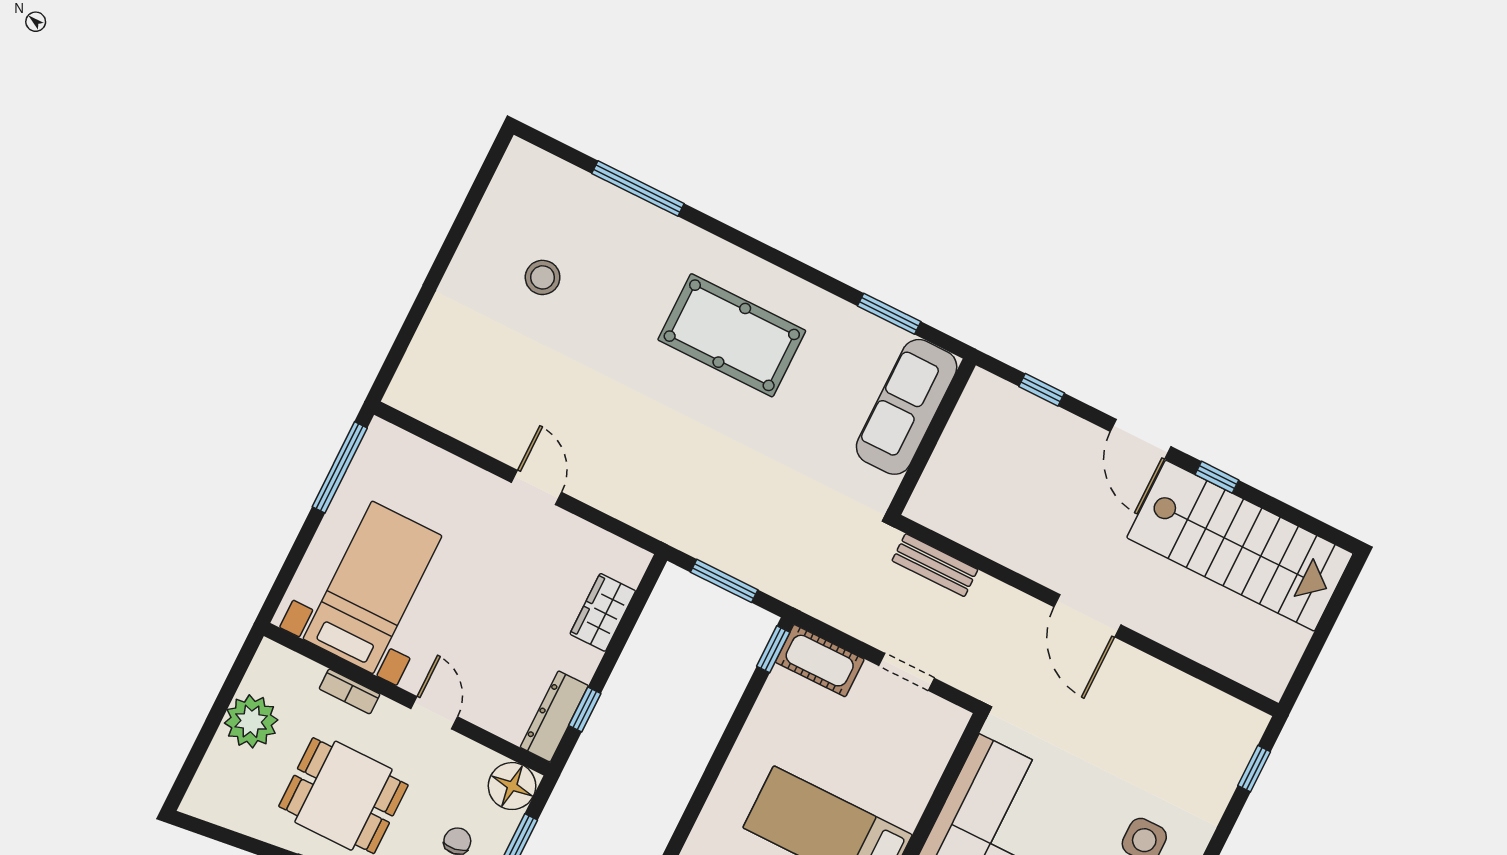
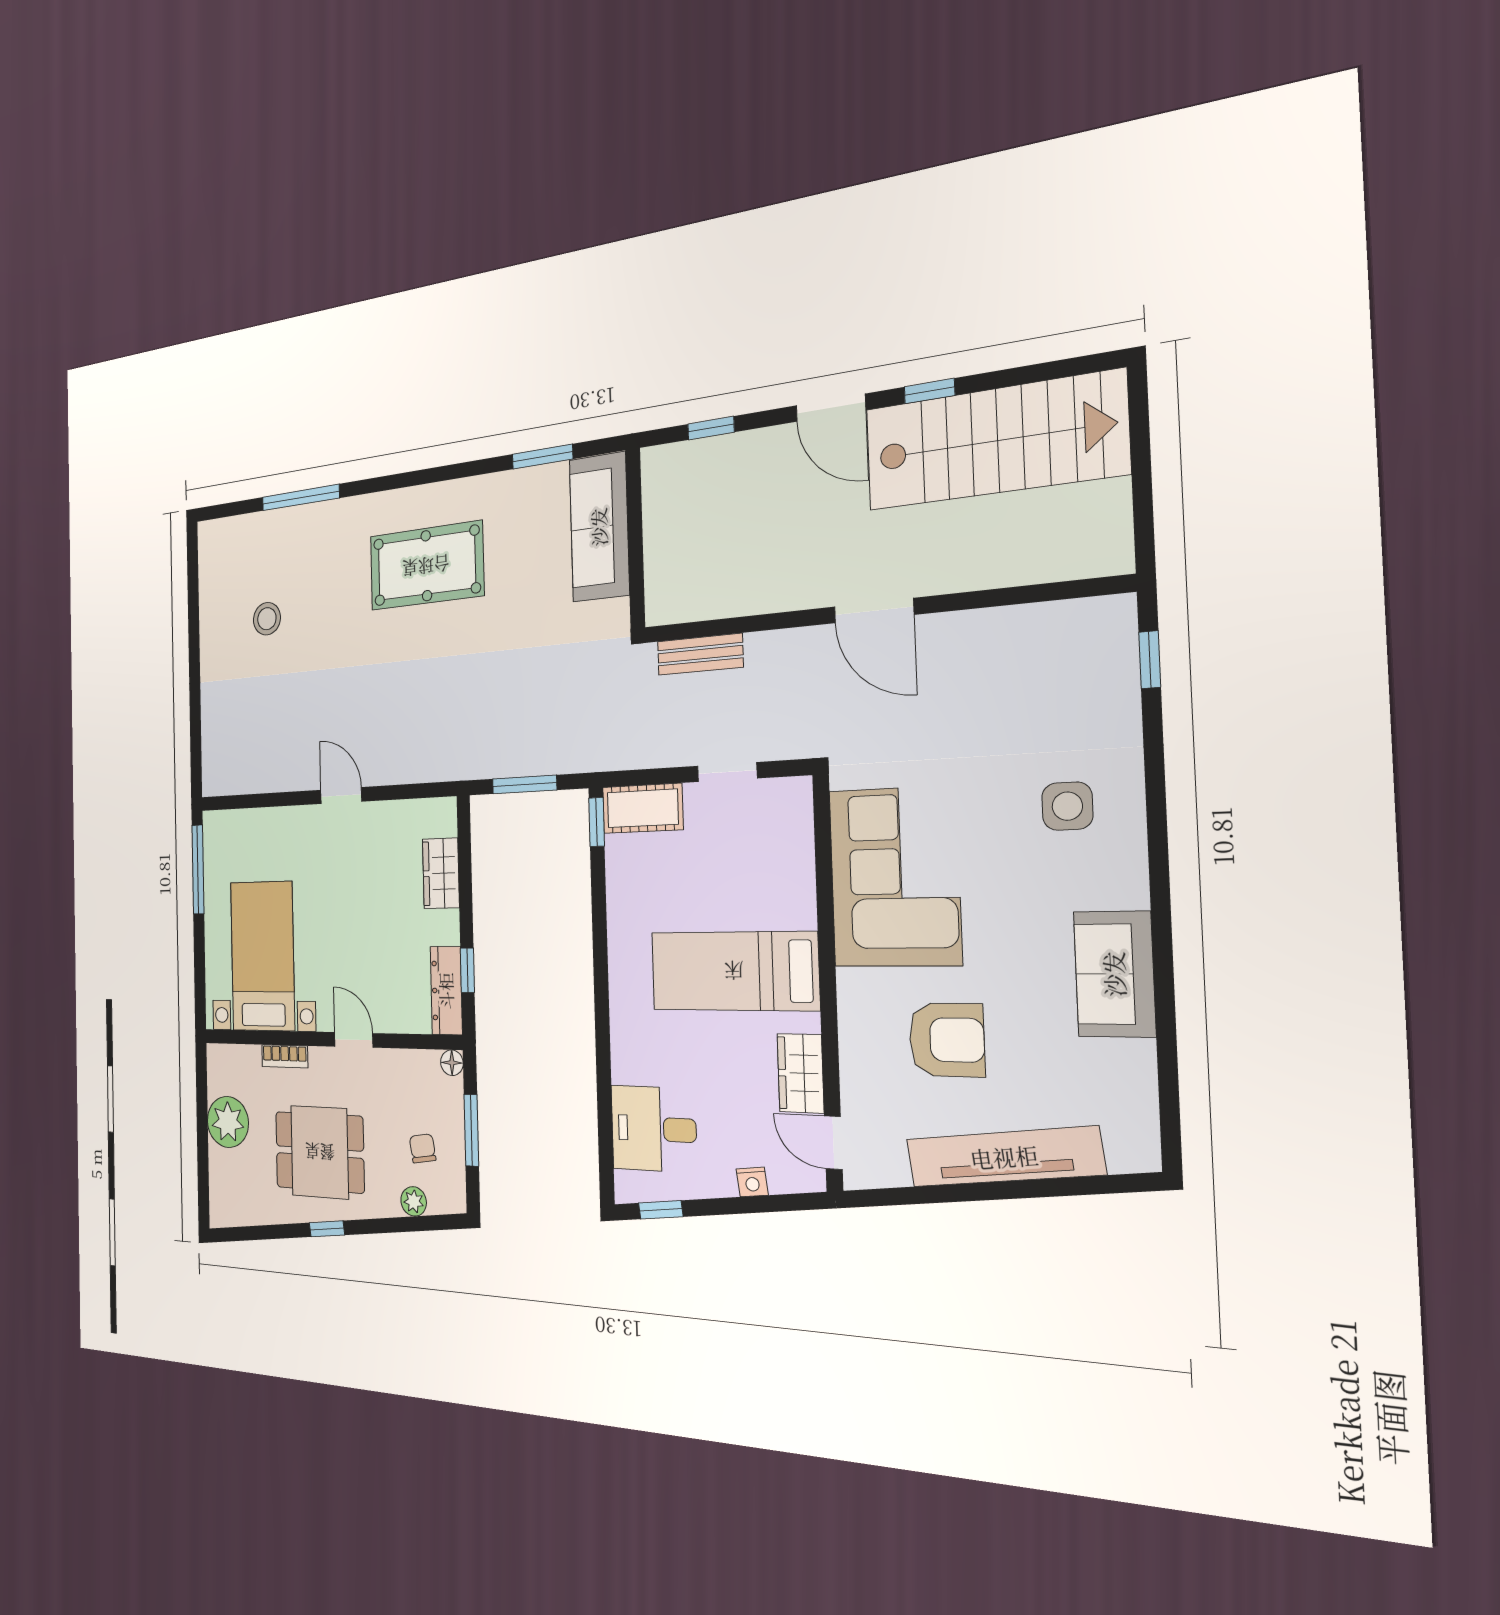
floor lamp: (512, 786) -> (452, 1063), width x0.53, depth x0.53

